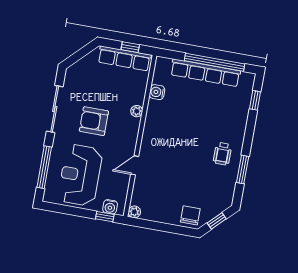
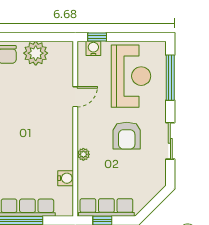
sliding door: (55, 109) -> (170, 141), width x0.73
armchair: (94, 121) -> (127, 136), turned 90
plant: (134, 212) -> (36, 53), moved, width x1.87, depth x1.87

